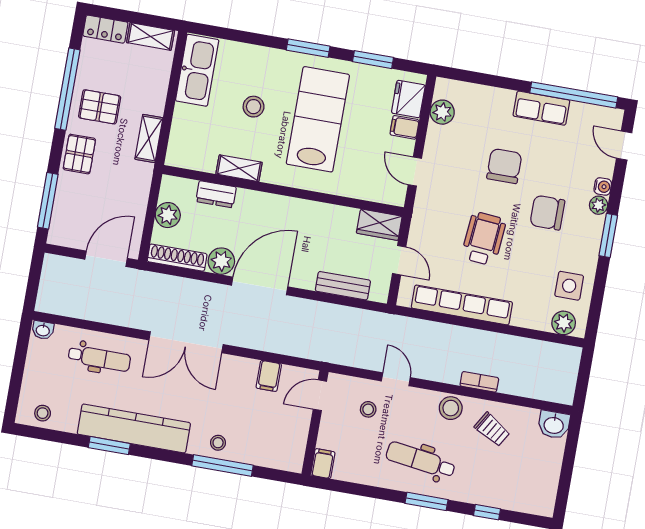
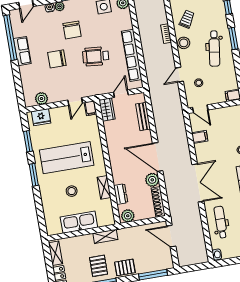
kitchen sink: (197, 70) -> (79, 222), moved
filing cabinet: (405, 127) -> (90, 108), moved
plant: (168, 215) -> (128, 216), moved

